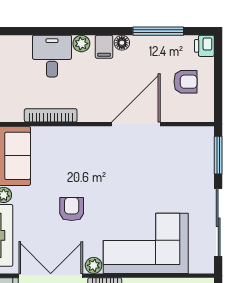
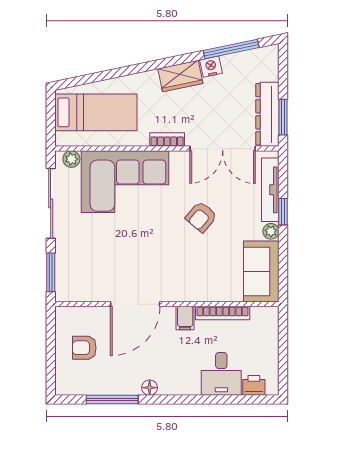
plant: (81, 44) -> (191, 387), removed
printer: (204, 46) -> (254, 385), moved, turned -90
filing cabinet: (104, 47) -> (185, 318), moved, turned 180
armchair: (72, 209) -> (201, 217), turned 40
plant: (94, 265) -> (71, 159), moved

